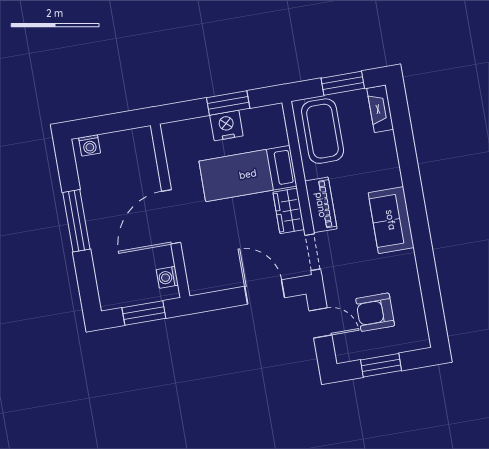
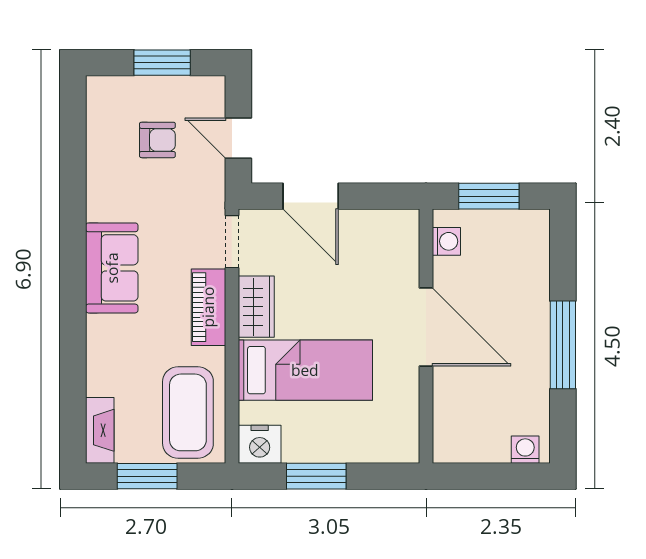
nightstand: (226, 125) -> (260, 444), moved
door: (171, 217) -> (426, 327), hinge flipped
armchair: (375, 312) -> (157, 140), width x0.72, depth x0.72

